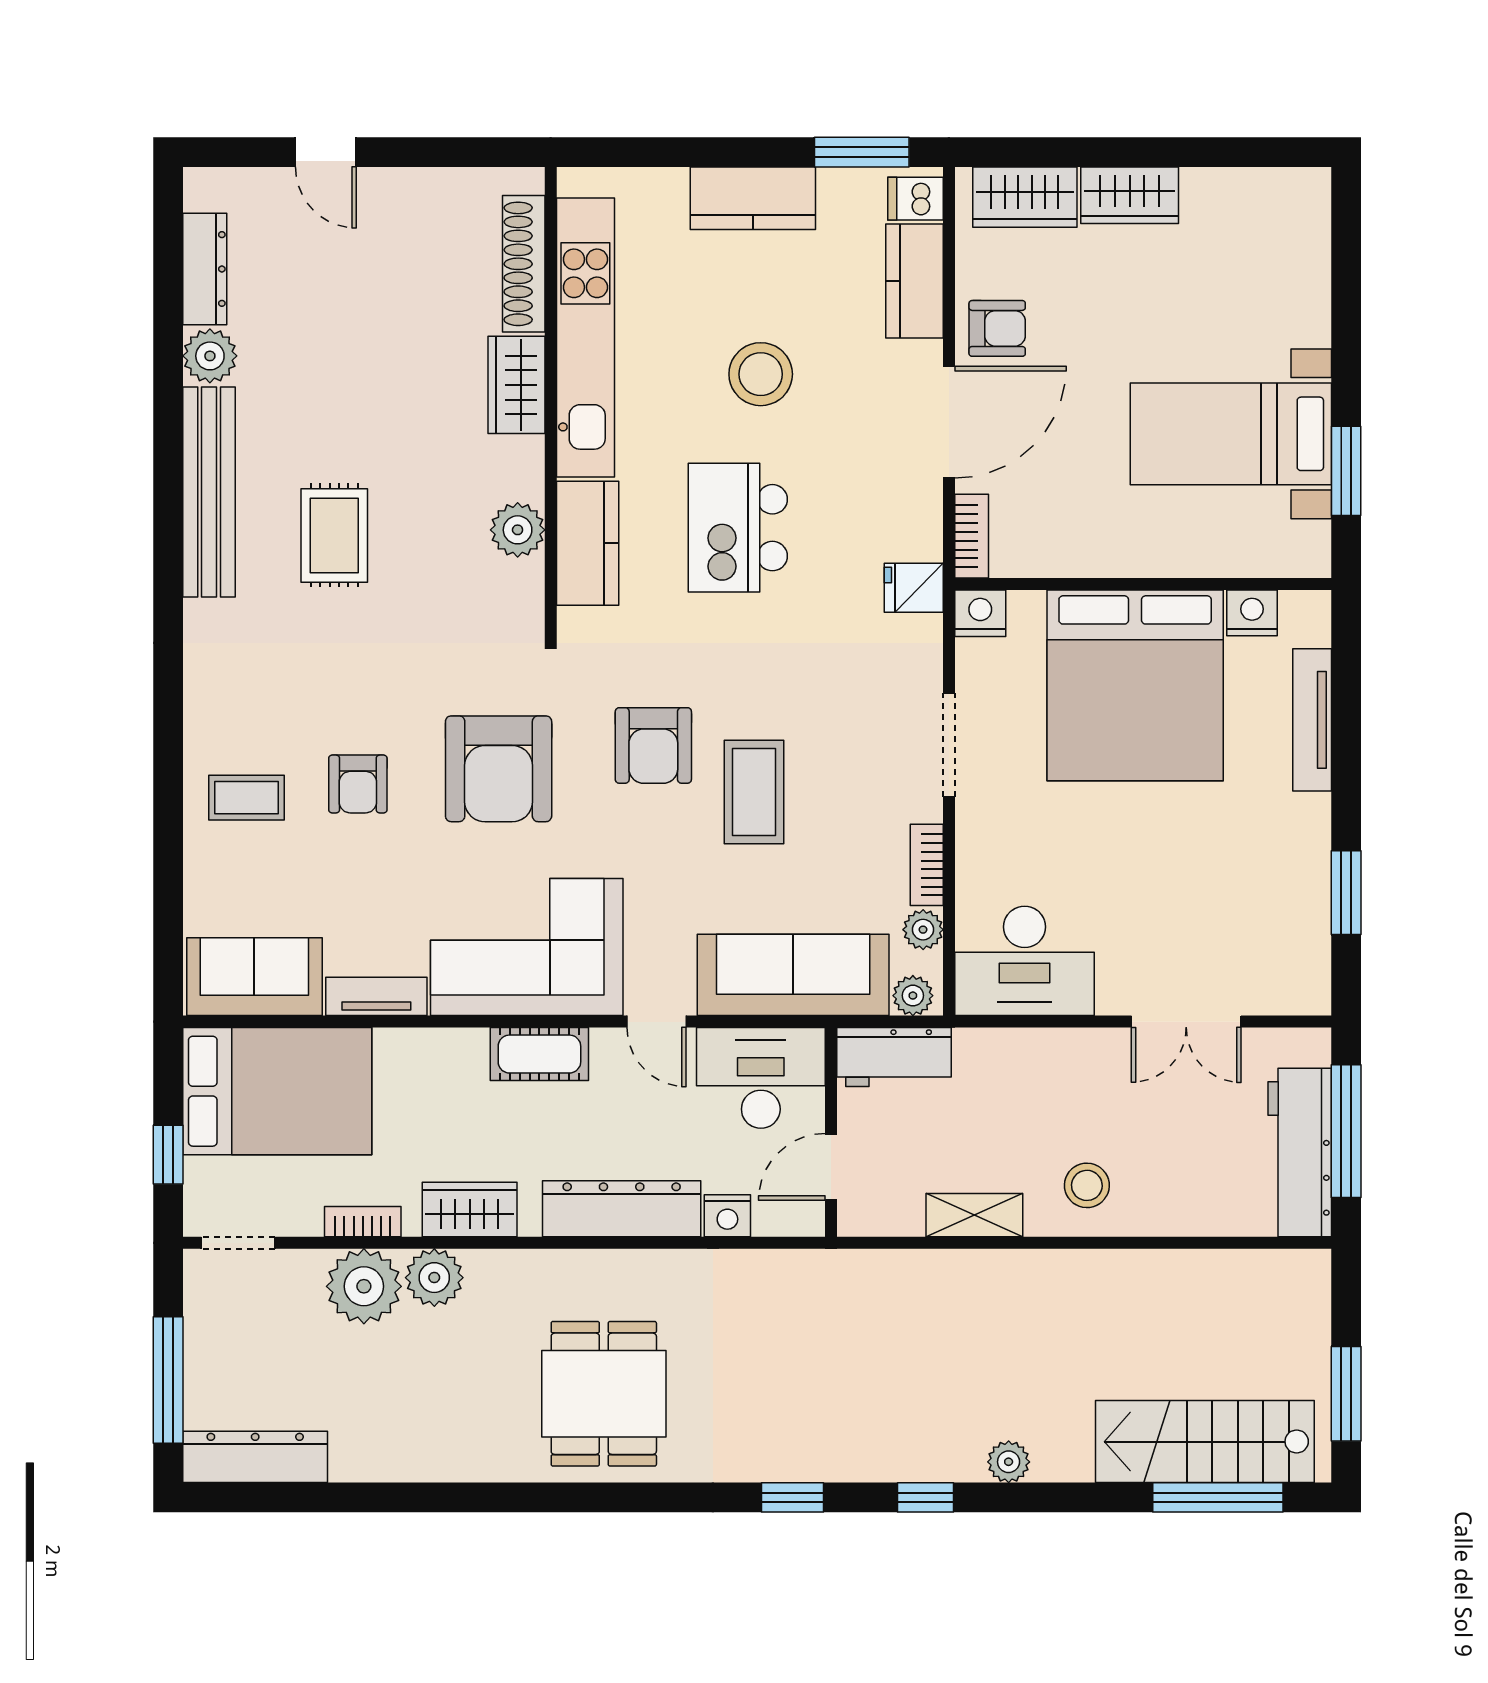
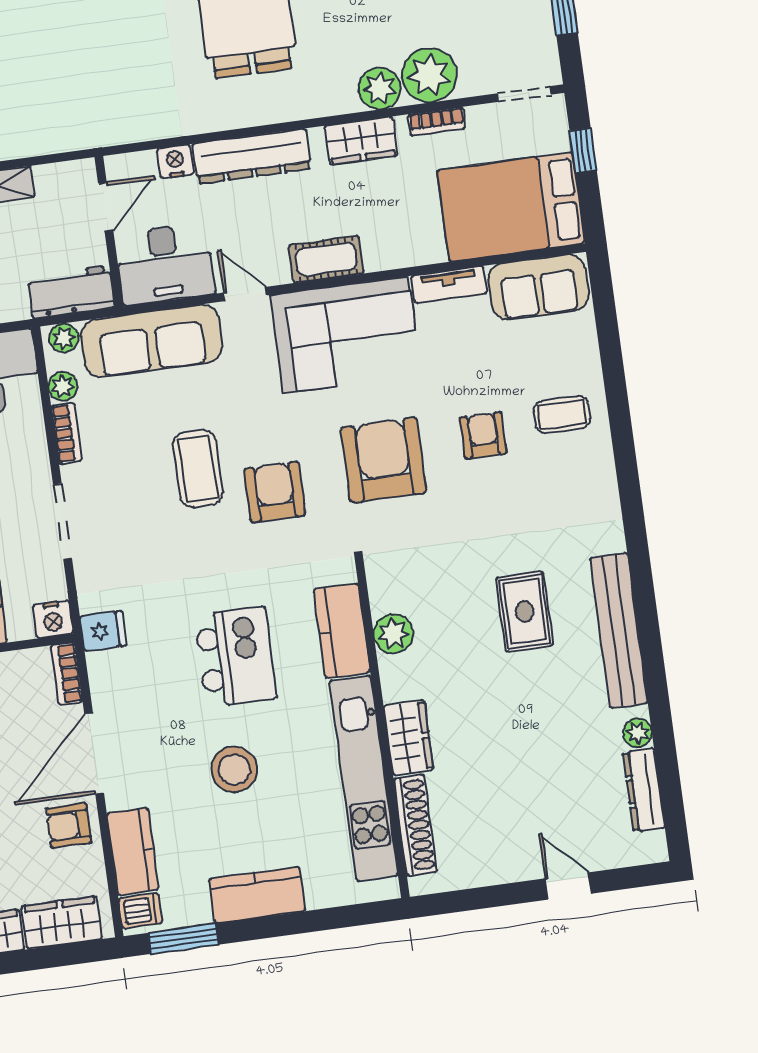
plant: (210, 356) -> (638, 733), width x0.73, depth x0.73

